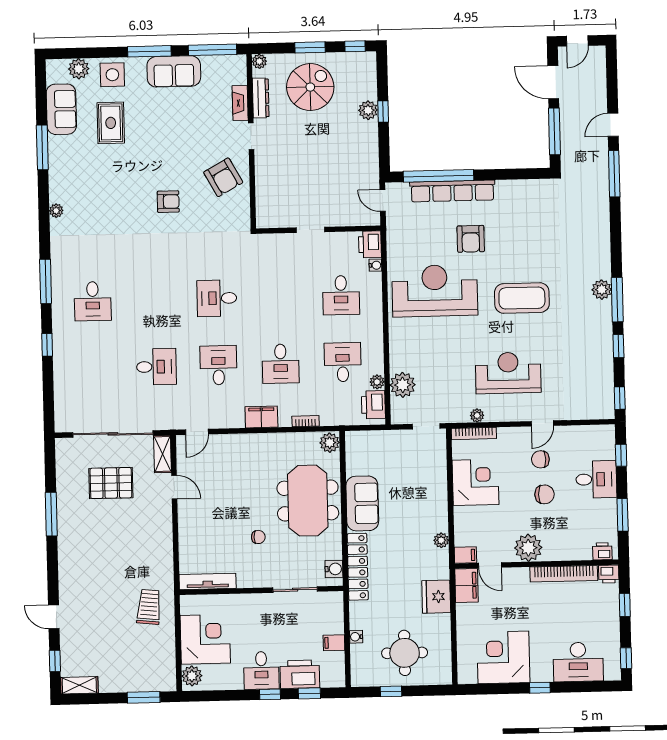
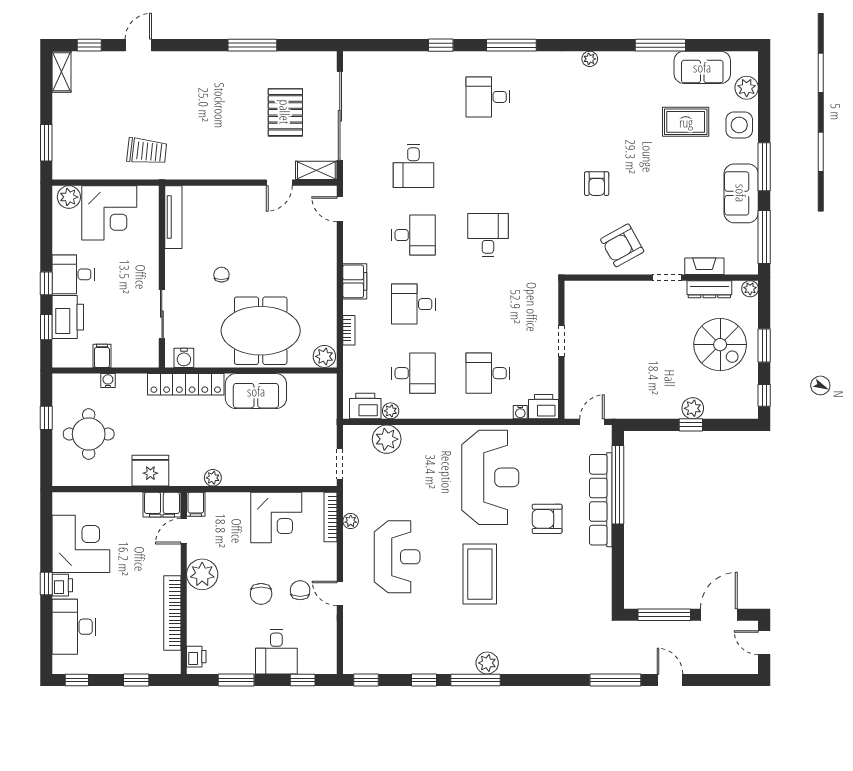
chair: (258, 537) -> (221, 275), turned 180
printer: (609, 574) -> (62, 585), moved, turned 180

